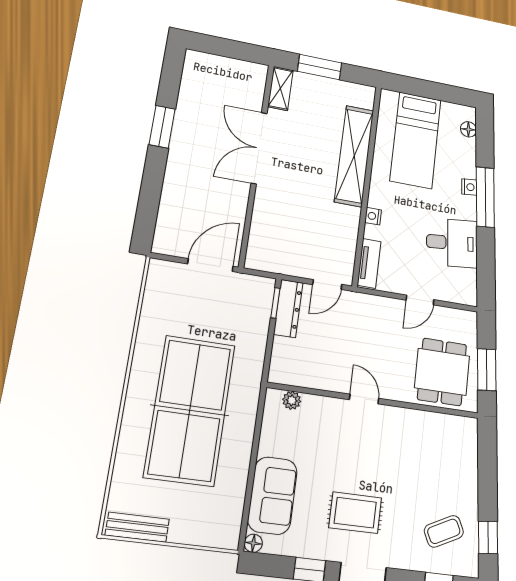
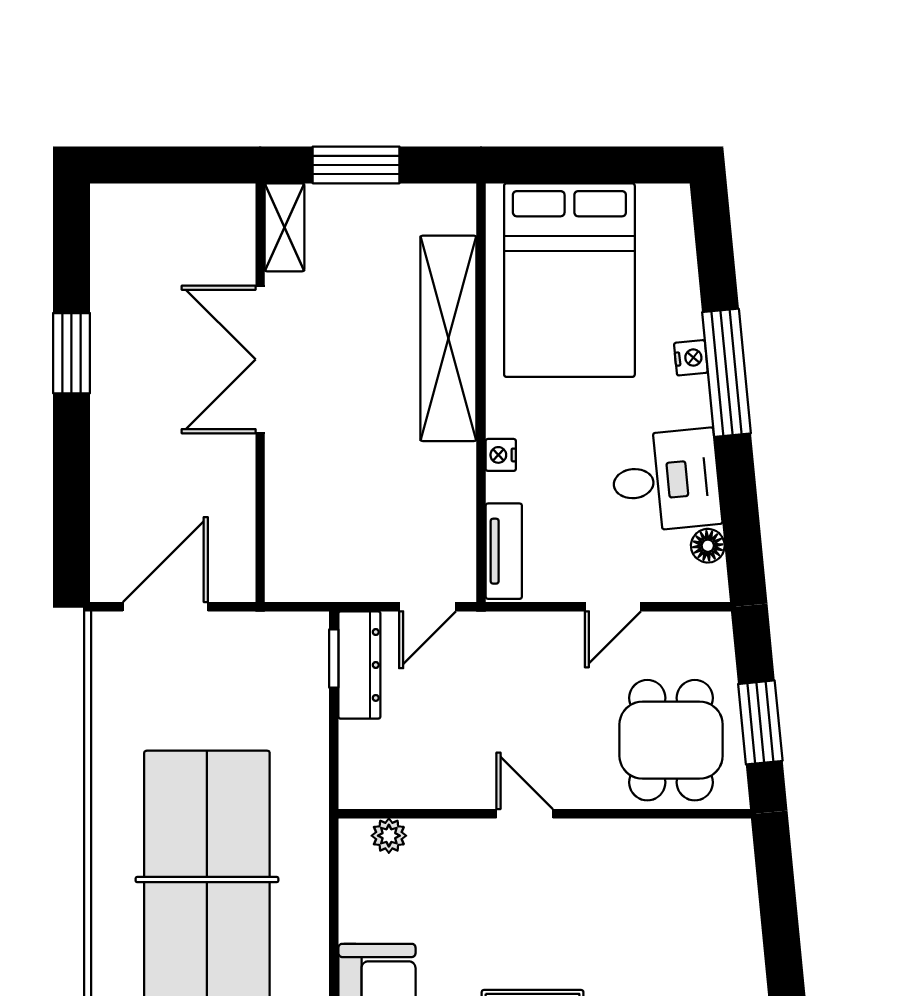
floor lamp: (468, 129) -> (708, 546), moved
bed: (416, 140) -> (569, 280), width x1.50
door: (210, 265) -> (165, 607), moved

